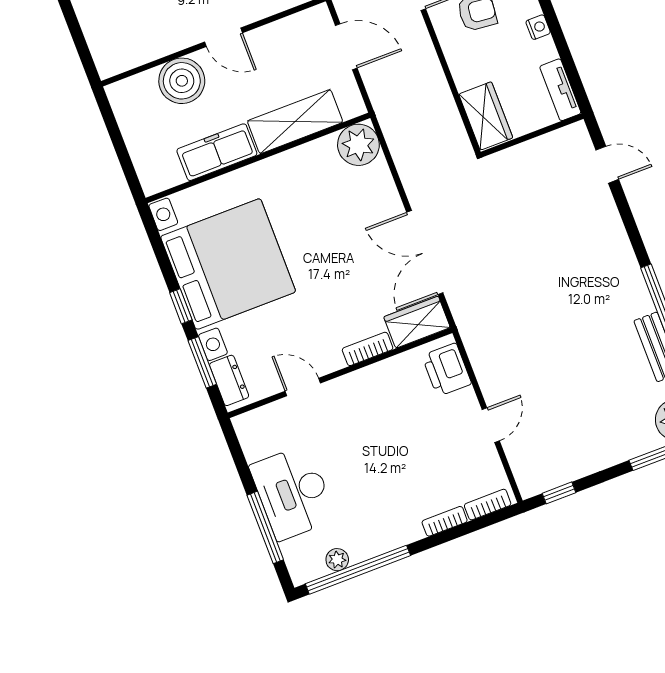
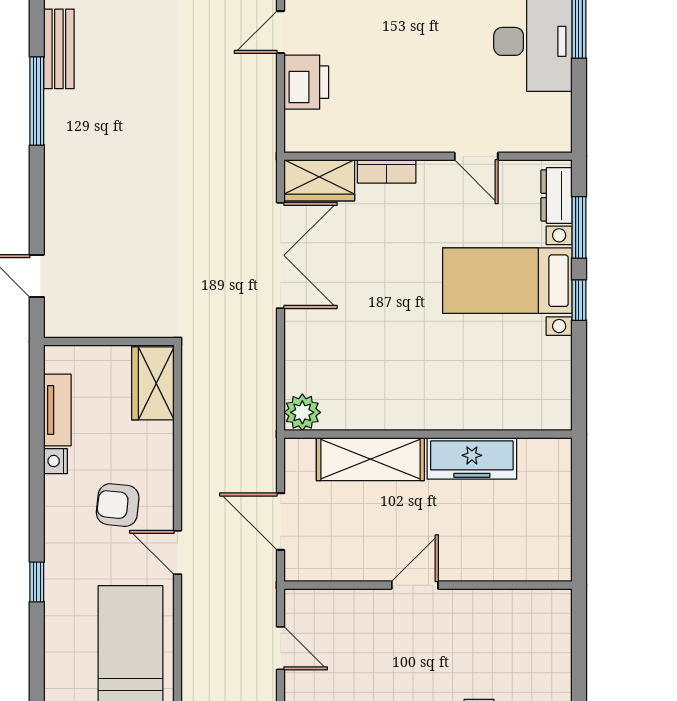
door: (223, 37) -> (415, 585), hinge flipped
boiler: (182, 81) -> (481, 554), removed
tv unit: (560, 90) -> (57, 410), moved
plant: (358, 145) -> (302, 412), width x0.73, depth x0.73
bed with nightstands: (228, 264) -> (507, 281), width x0.54
printer: (447, 370) -> (306, 82), moved

